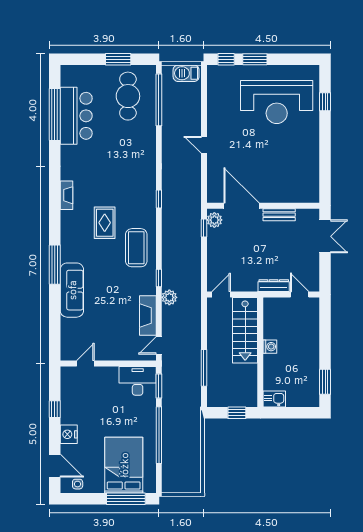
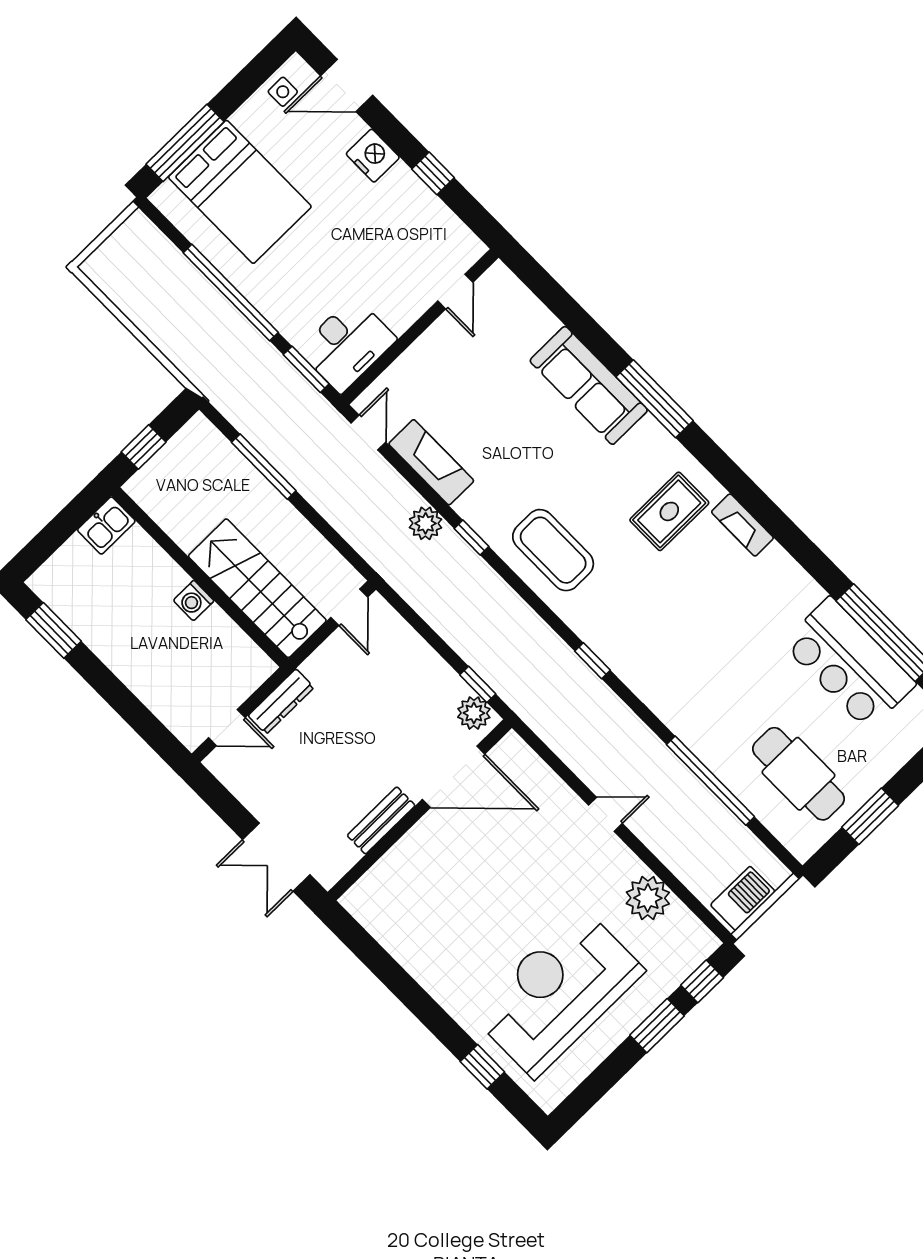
window: (159, 100) -> (710, 781), moved
plant: (217, 104) -> (648, 898), added
rug: (105, 223) -> (669, 511), moved, turned 90

